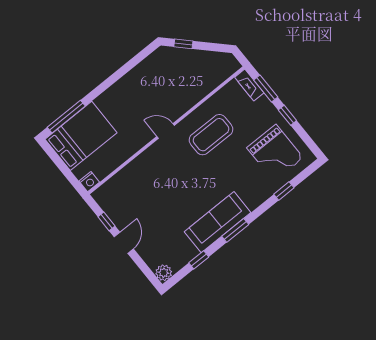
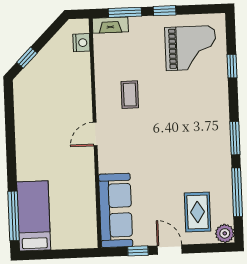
coffee table: (211, 135) -> (130, 95), width x0.54, depth x0.58
bed: (81, 136) -> (34, 216), width x0.67
nightstand: (89, 182) -> (81, 43), moved
sofa: (218, 222) -> (116, 210), moved, turned 180
rug: (164, 243) -> (198, 212), added
window: (199, 260) -> (237, 192), width x2.17

